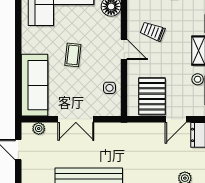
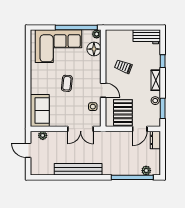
door: (124, 50) -> (103, 90), moved
sofa: (34, 85) -> (40, 111), width x0.73
double door: (76, 119) -> (81, 129), moved

